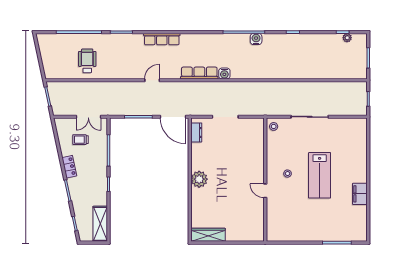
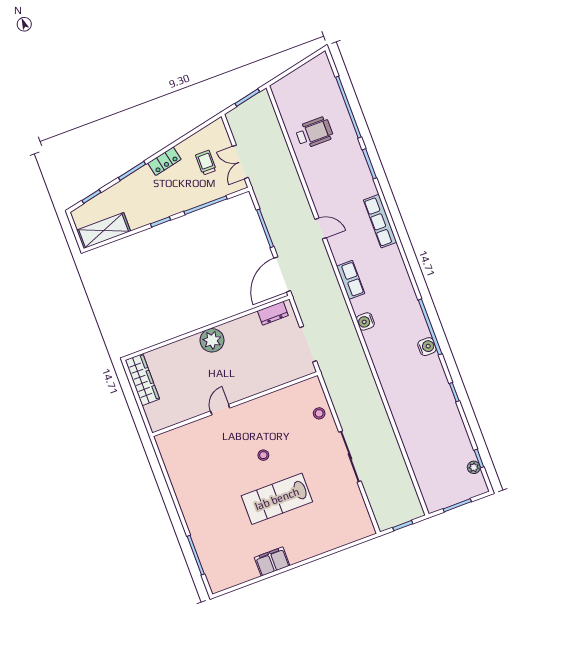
row of seats: (199, 73) -> (351, 280), width x0.68
wall: (265, 180) -> (235, 404), moved
door: (265, 191) -> (220, 410), moved

